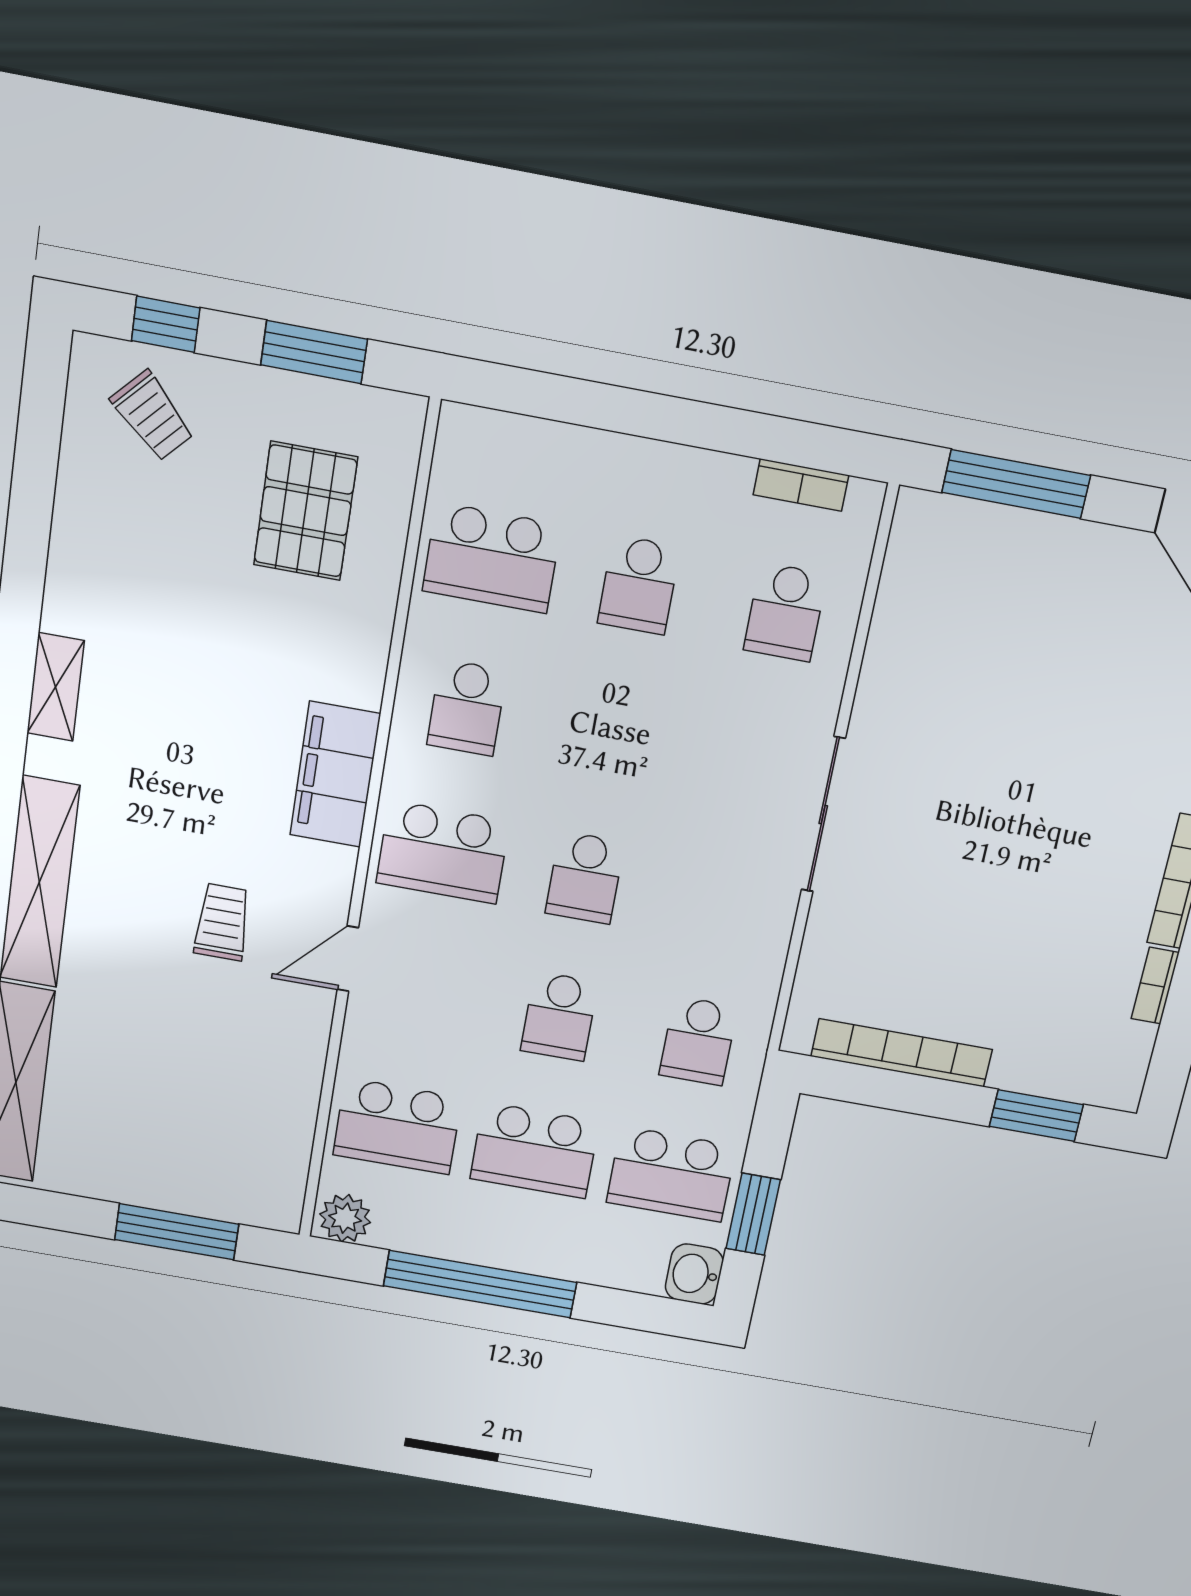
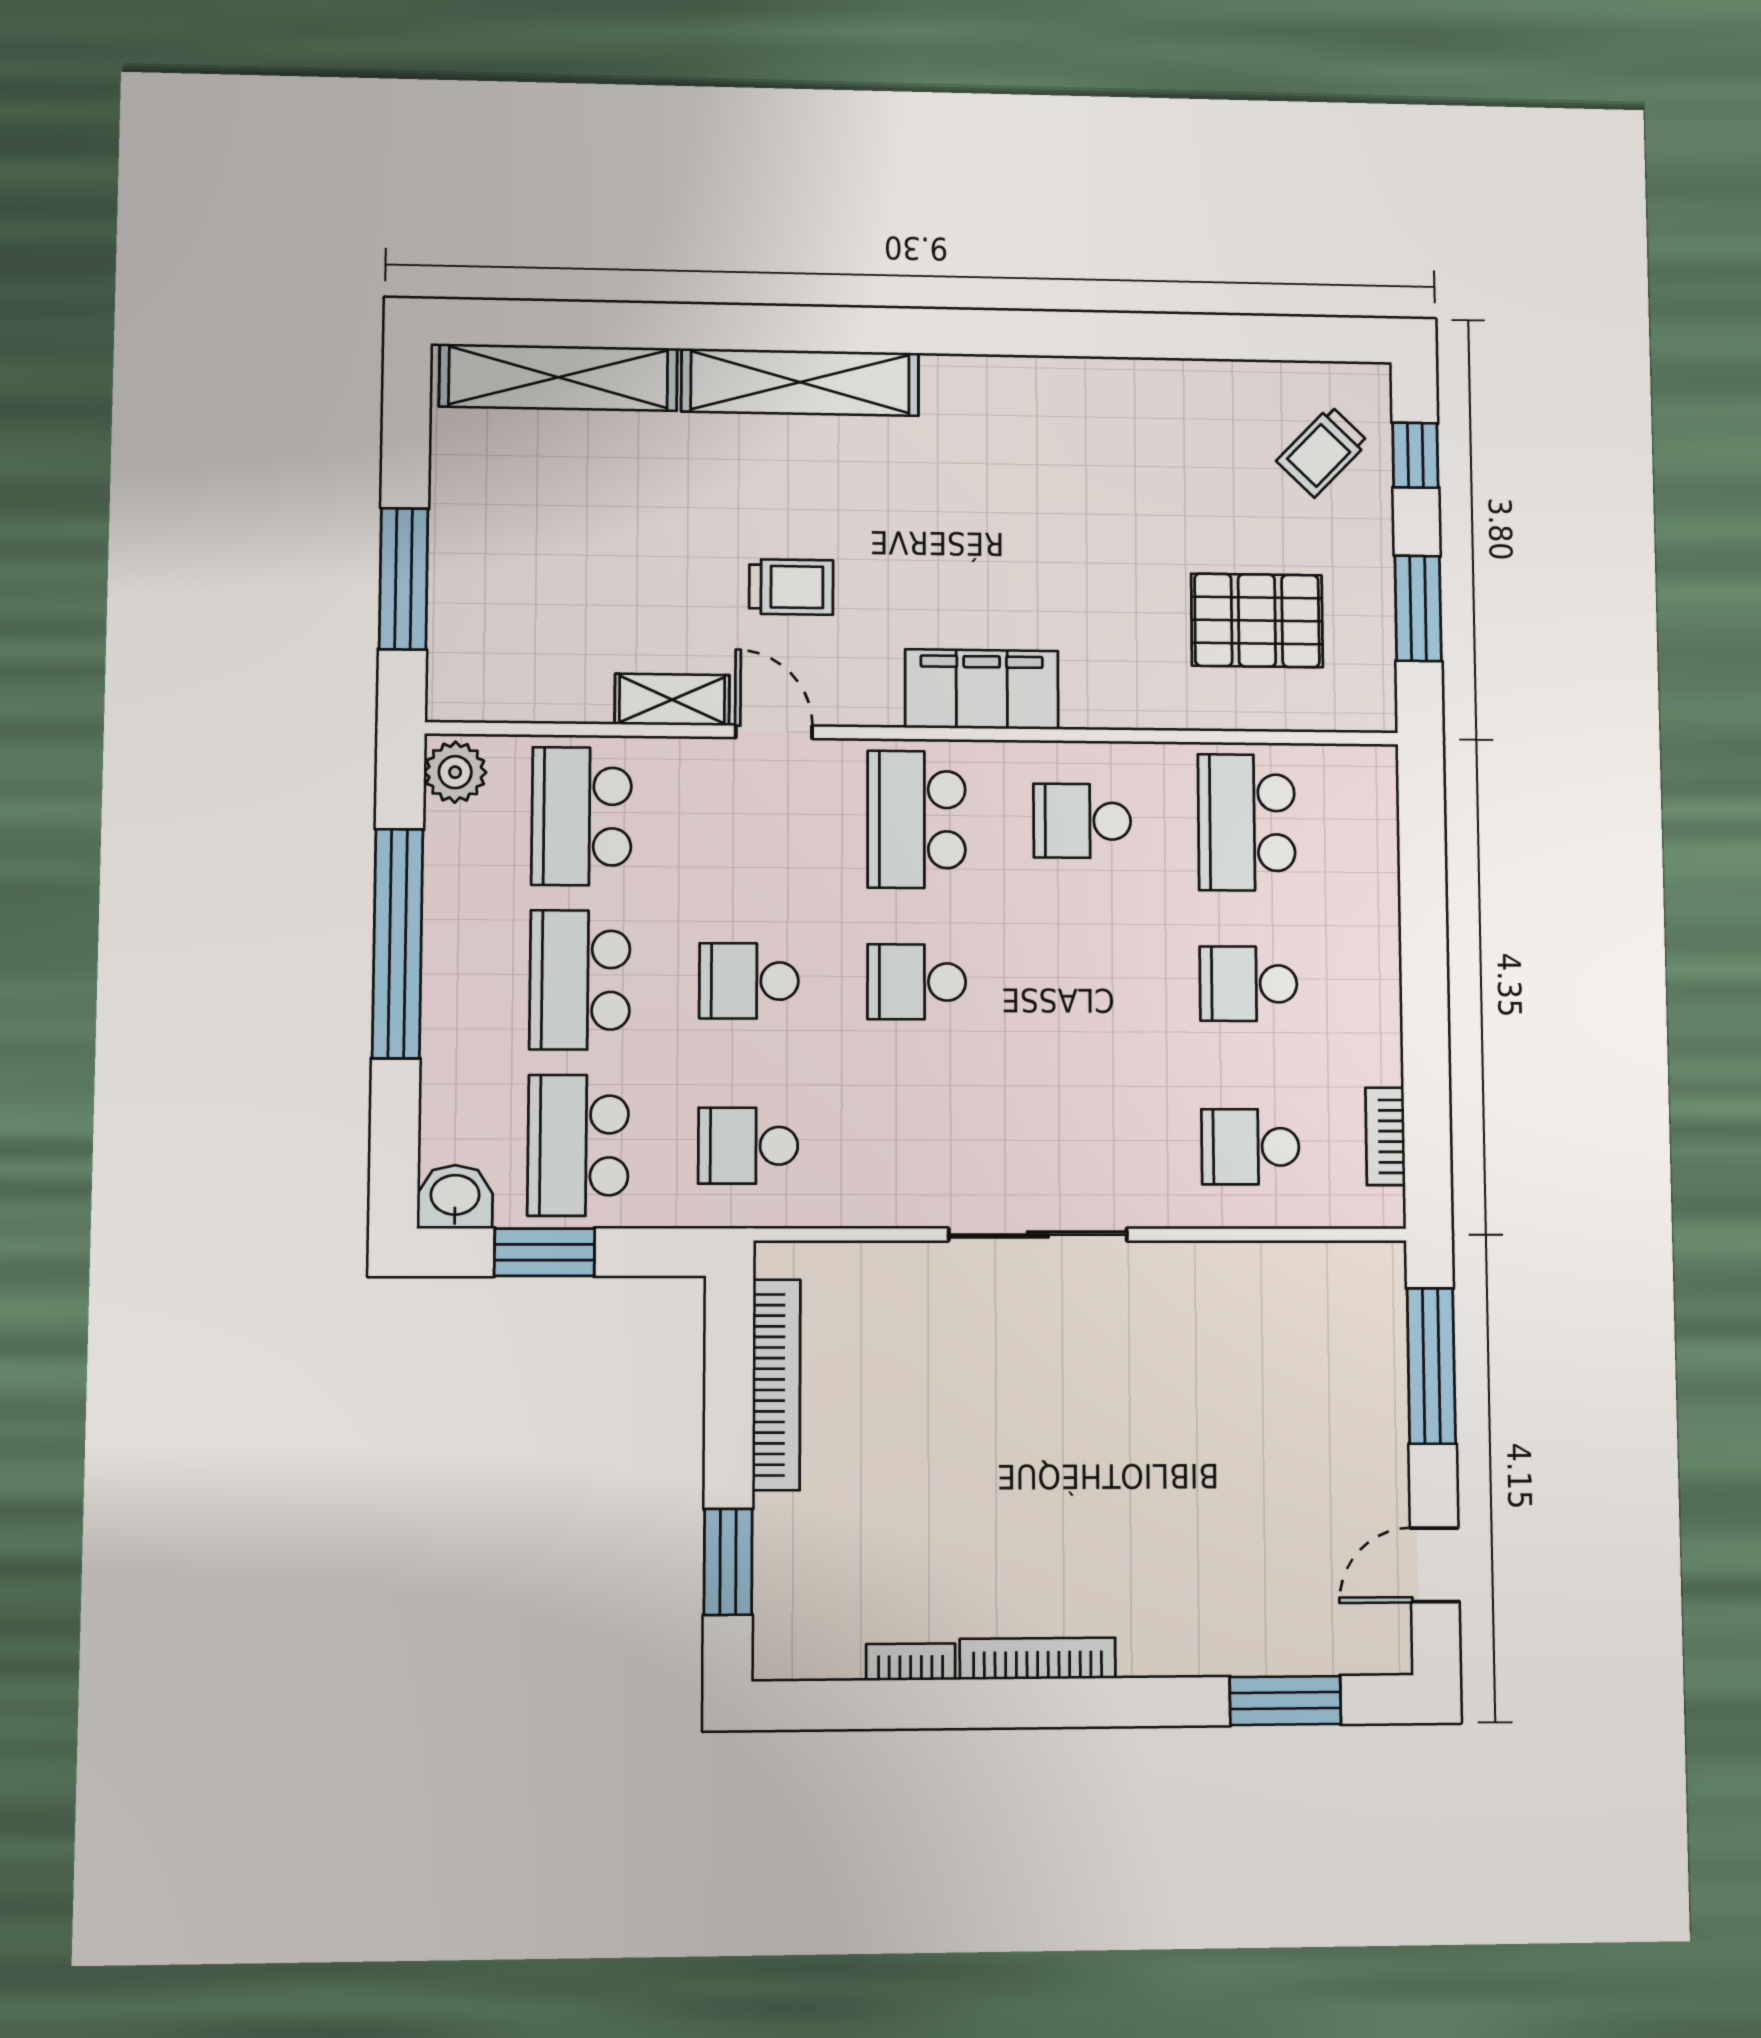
shelving: (56, 687) -> (672, 700), moved

